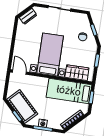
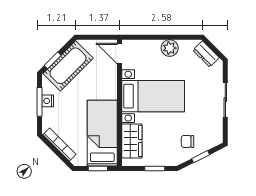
plant: (21, 39) -> (170, 48), added
door: (19, 72) -> (120, 54), swing flipped

